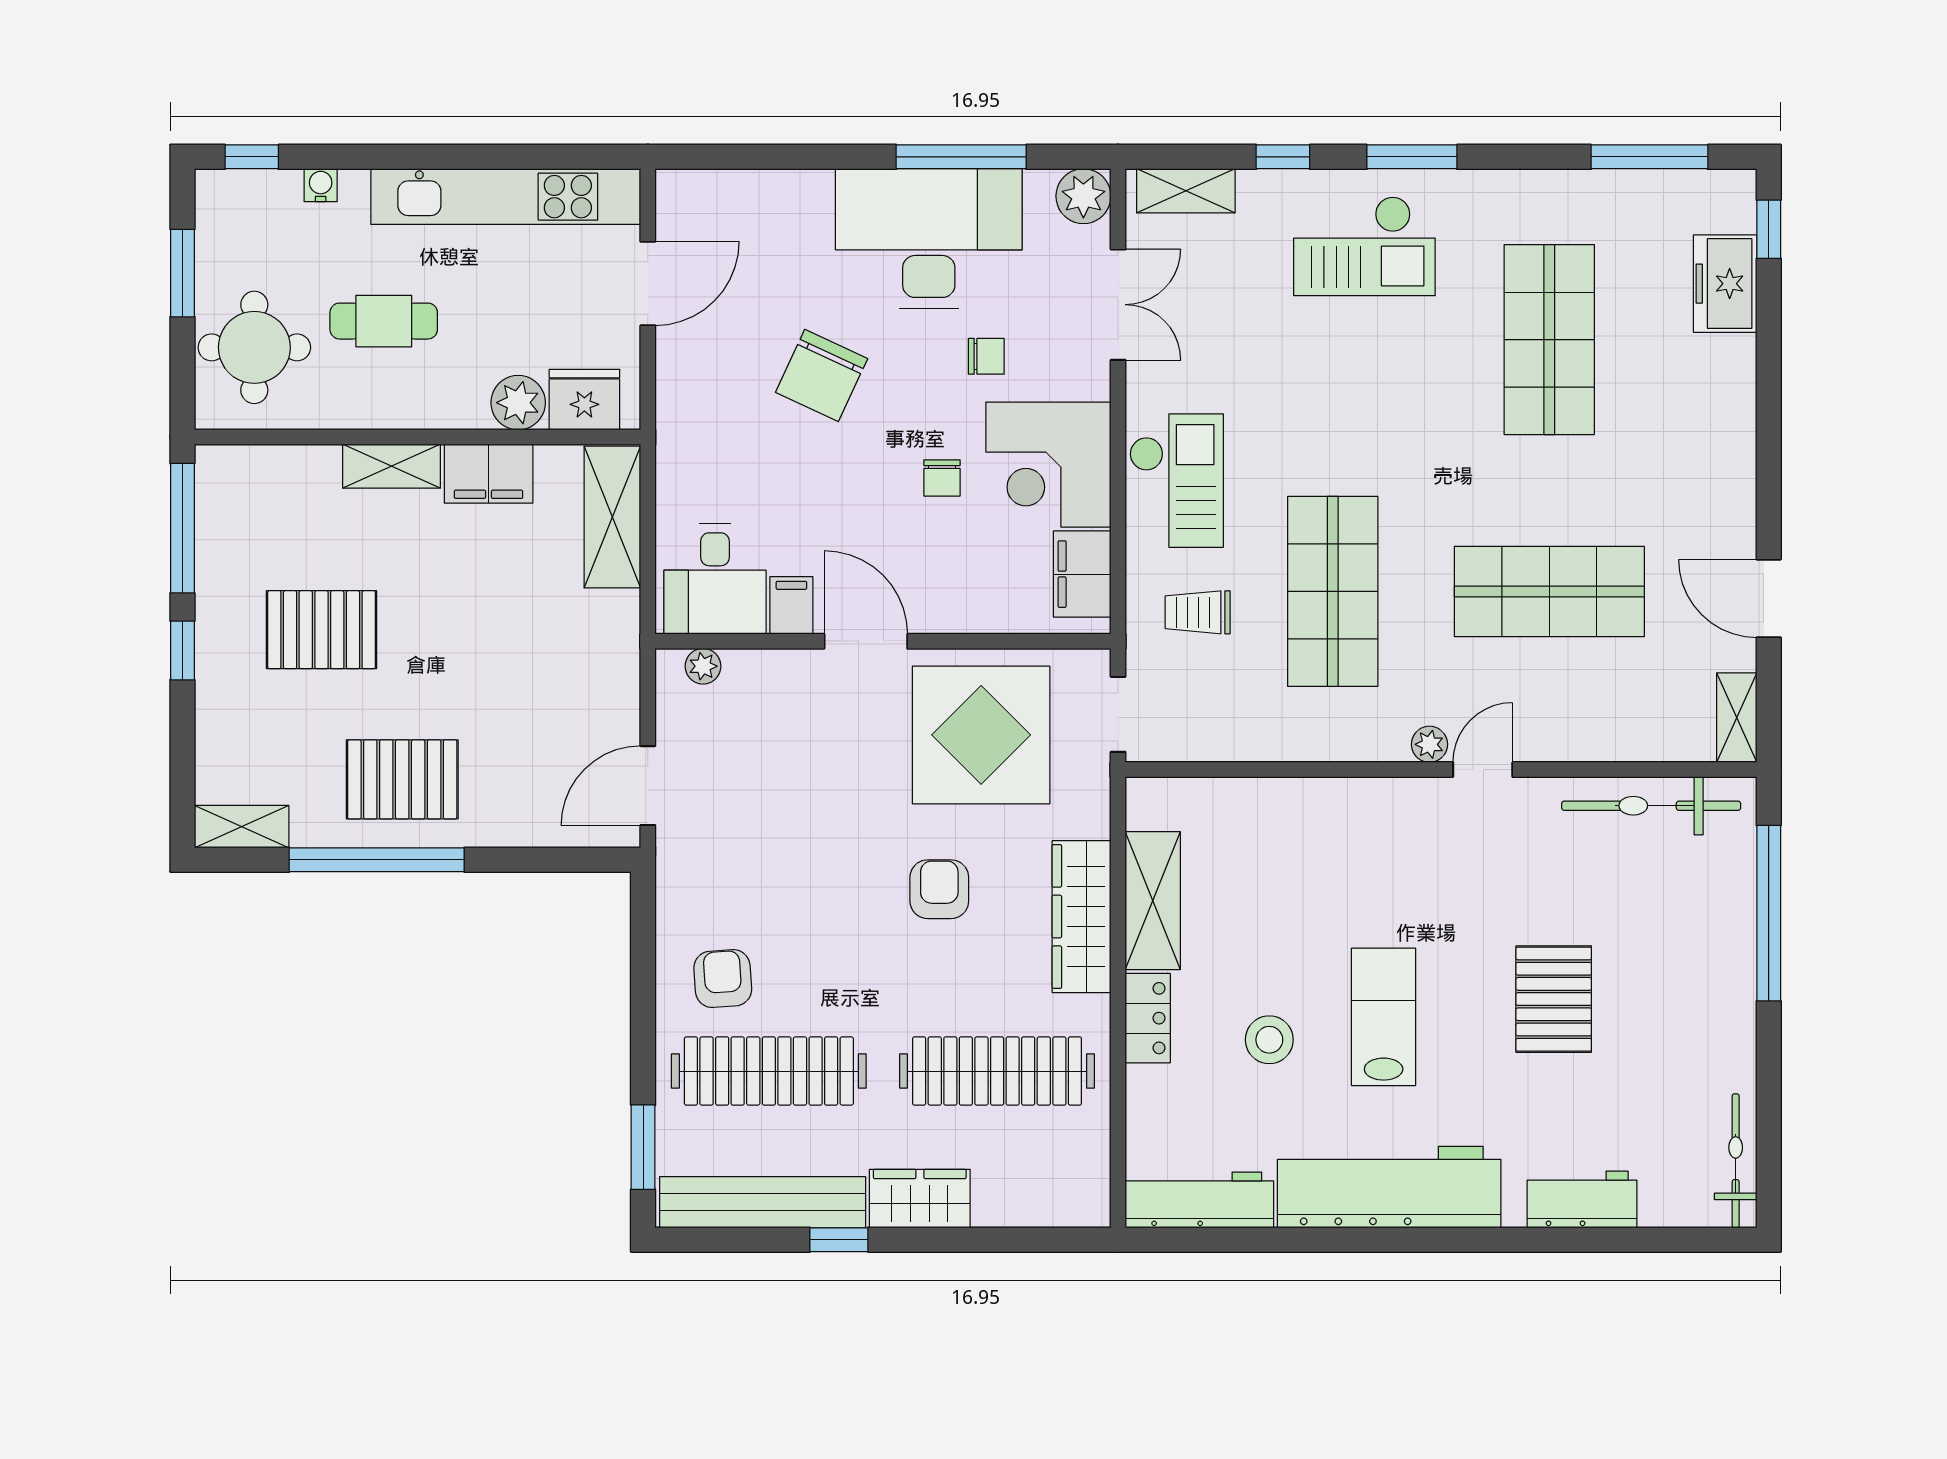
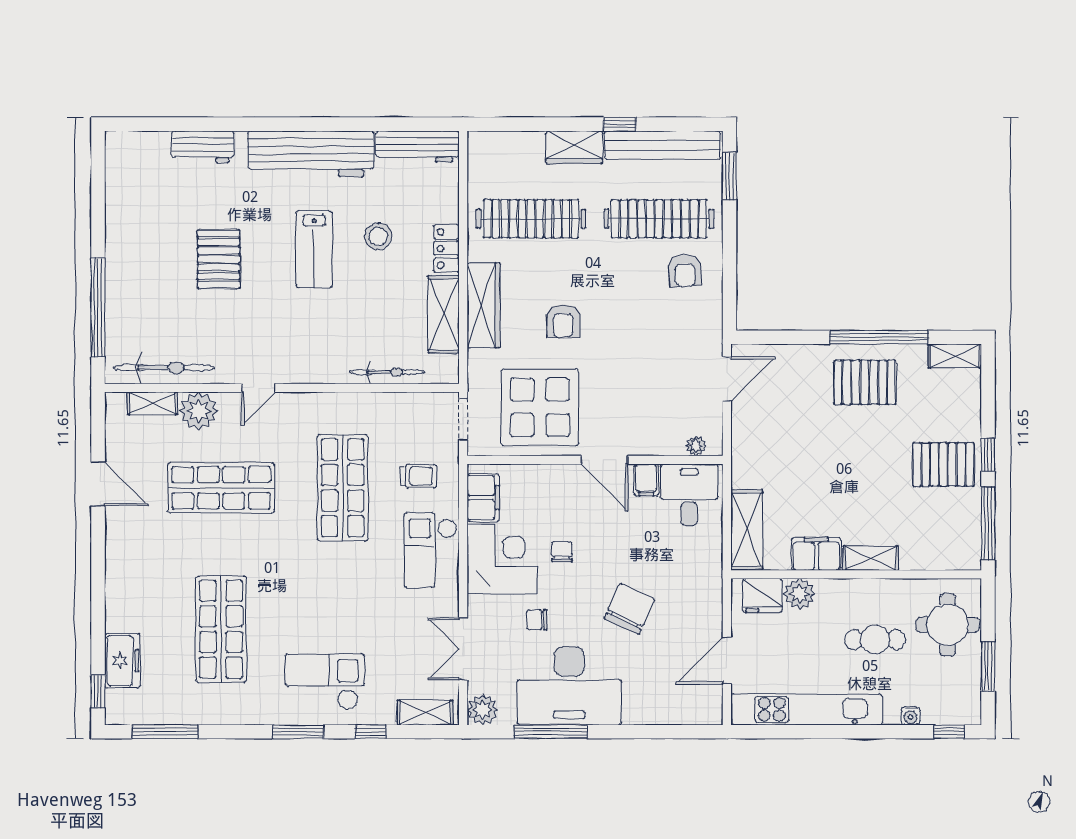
pallet: (322, 630) -> (943, 464), moved
shelving: (1737, 718) -> (152, 403), moved, turned 90
plant: (1429, 744) -> (199, 411), moved, width x1.88, depth x1.88
bicycle: (1736, 1161) -> (387, 372), moved, turned -90

